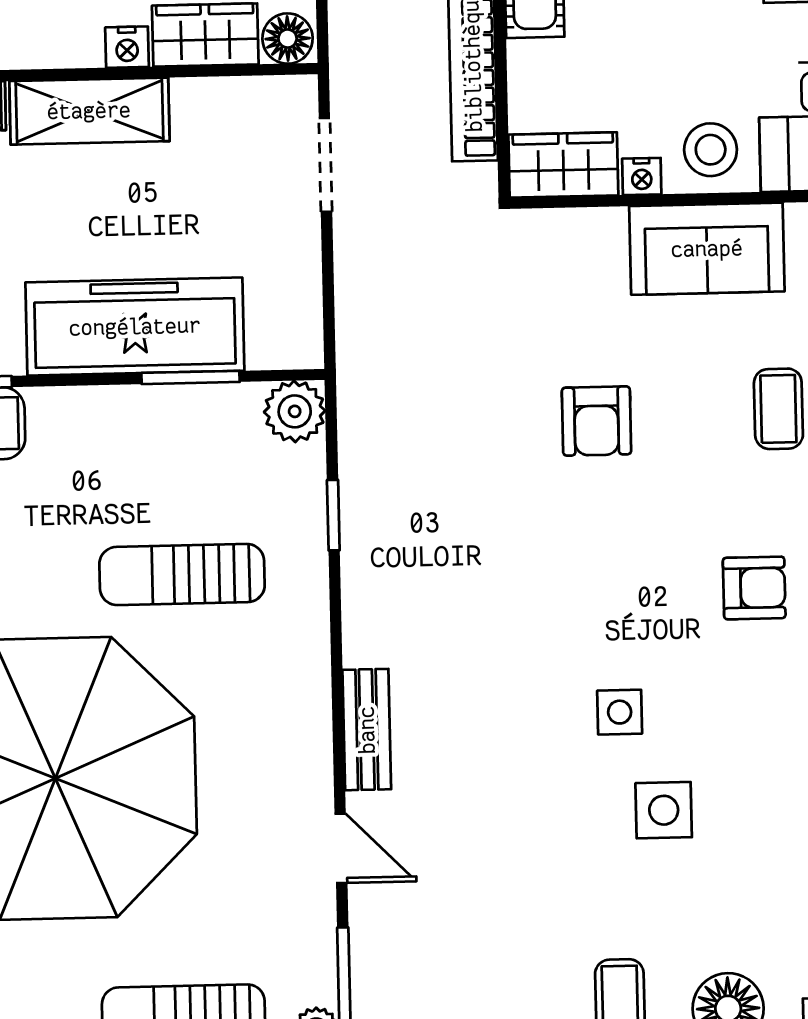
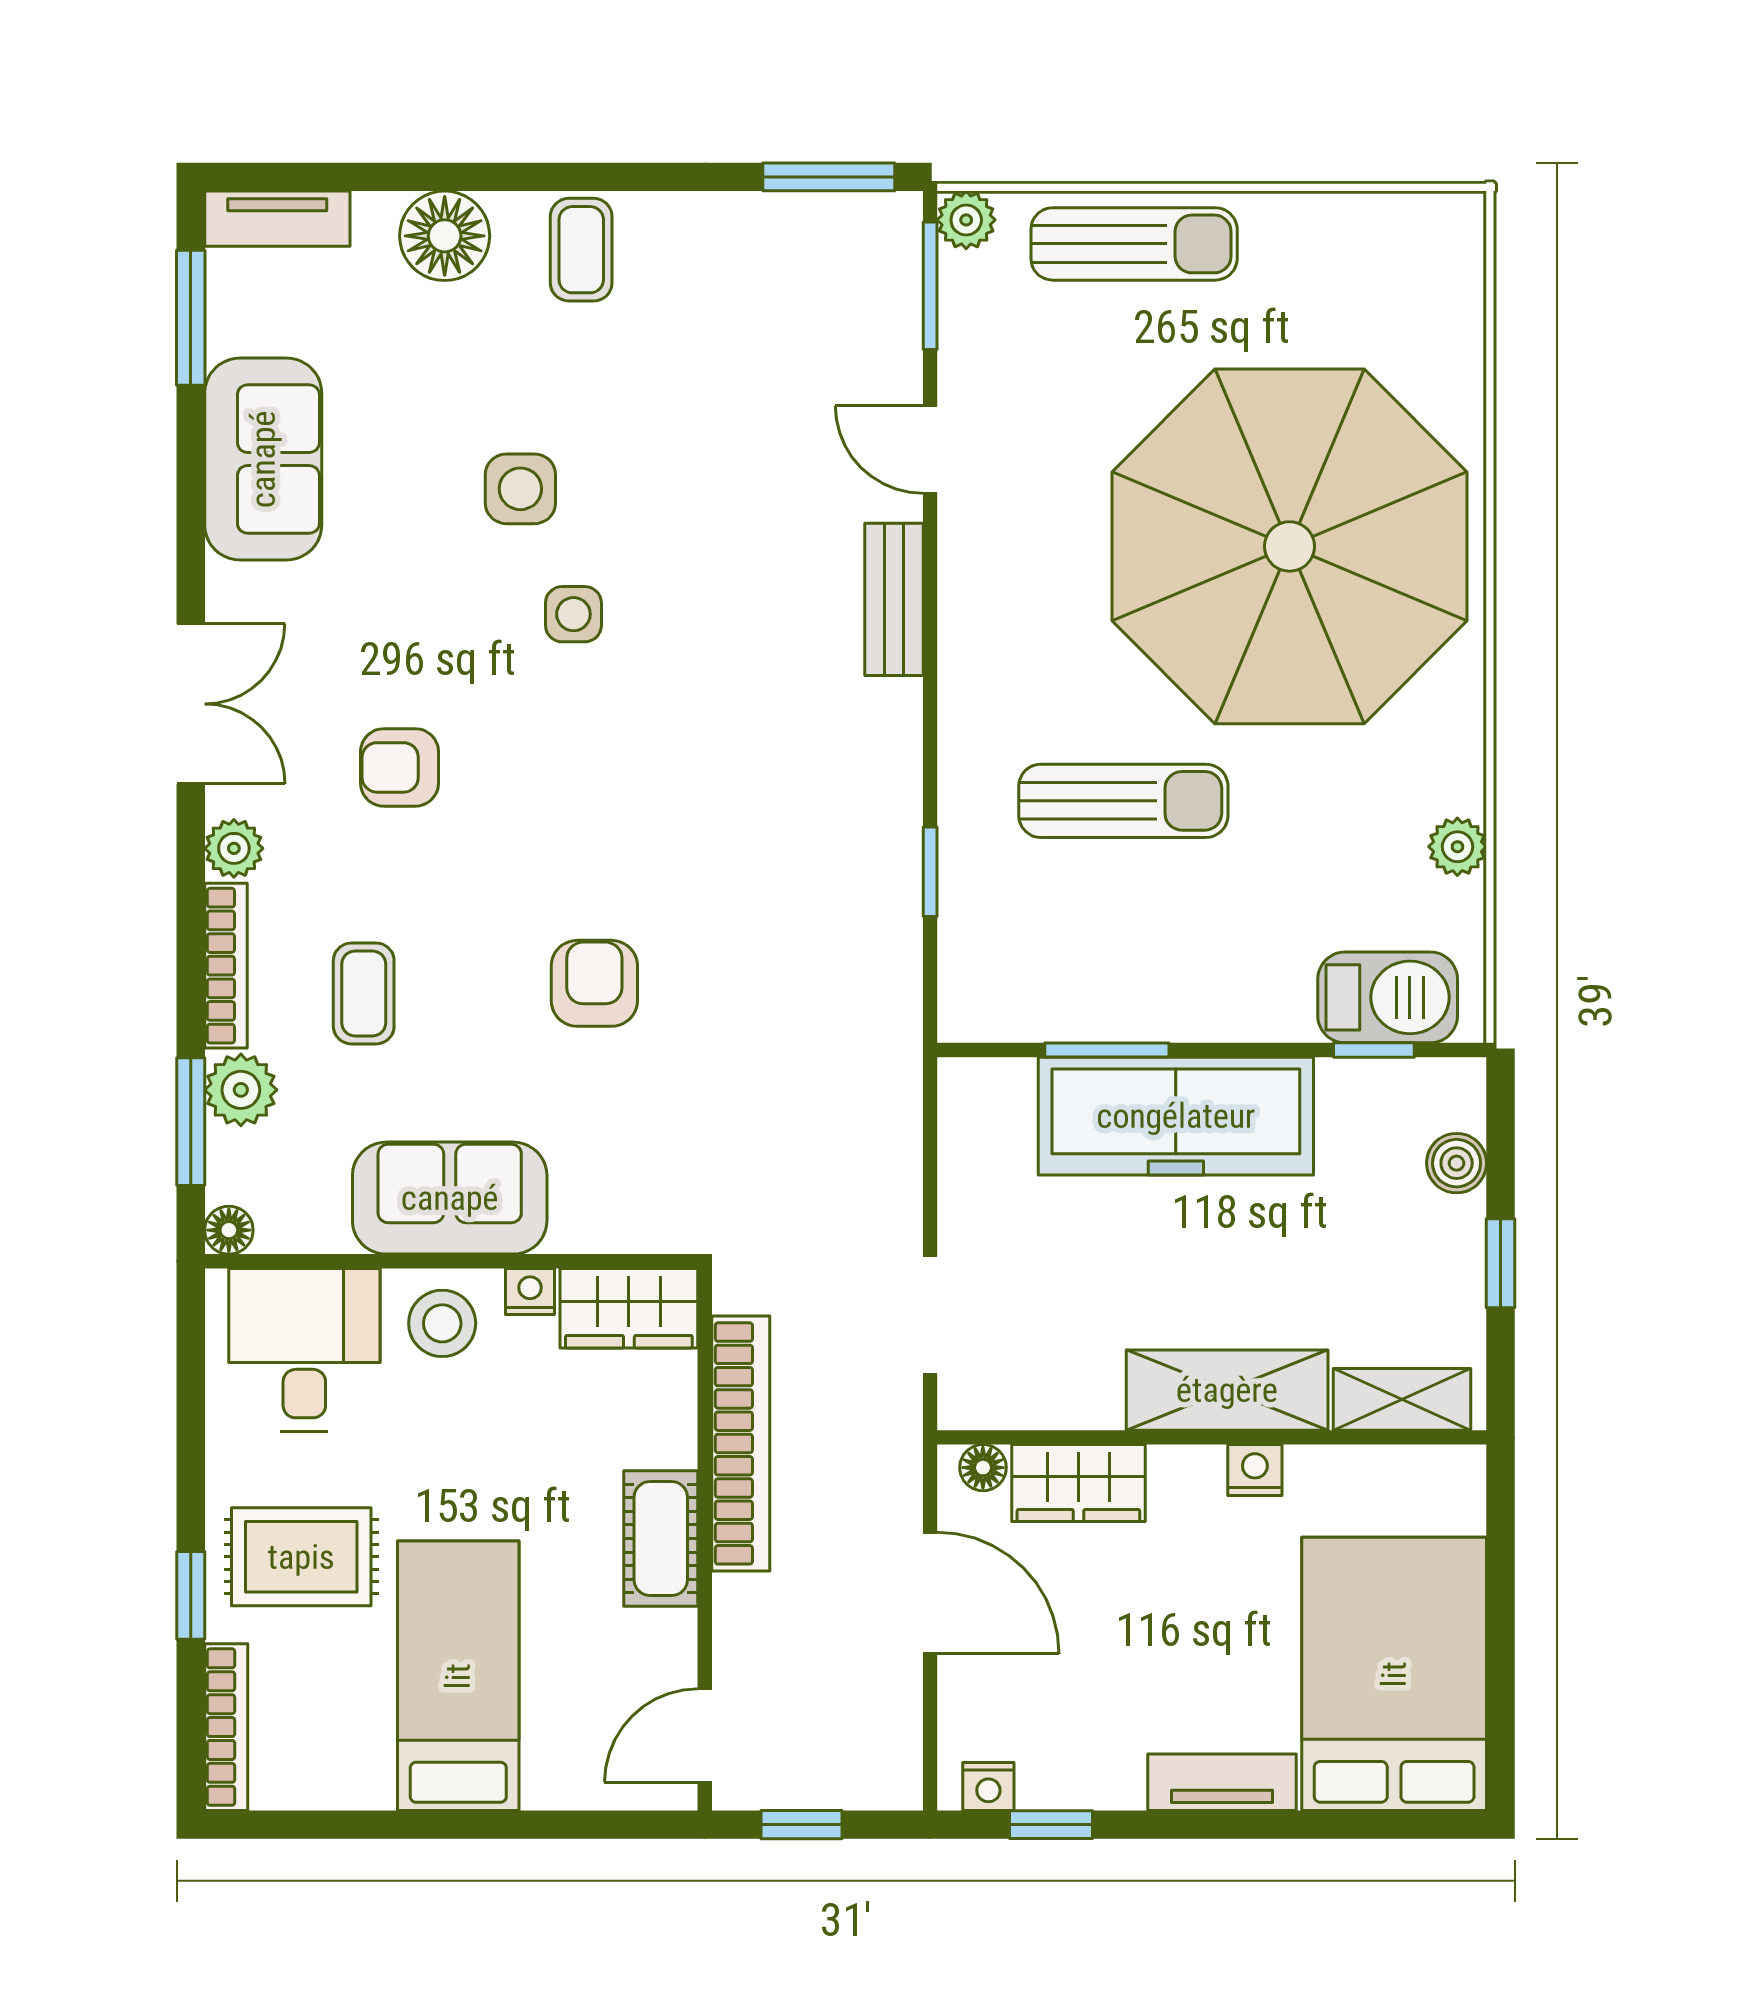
floor lamp: (288, 39) -> (983, 1468), width x0.73, depth x0.73
nightstand: (127, 47) -> (1255, 1470), moved
plant: (295, 411) -> (976, 1004), removed

